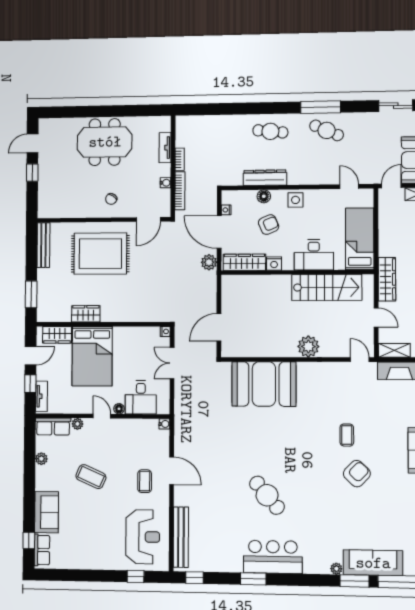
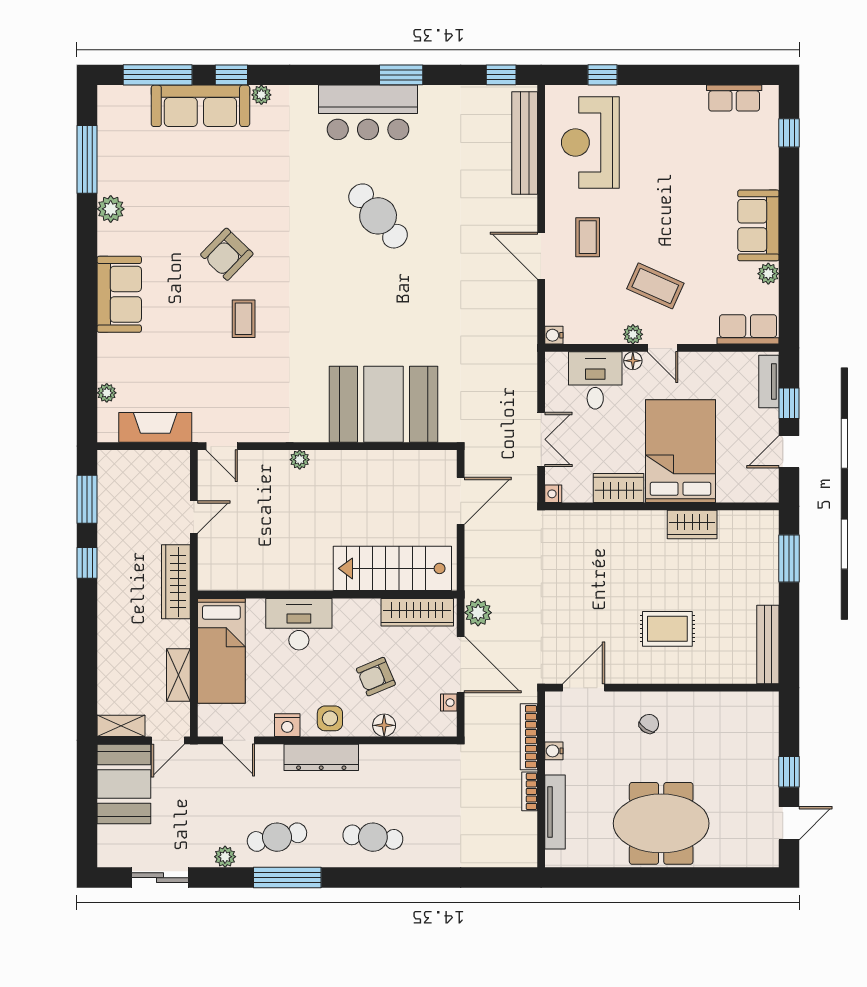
plant: (357, 118) -> (225, 857), added
cafe table: (327, 130) -> (277, 837), turned -36
tv unit: (165, 148) -> (555, 812), width x1.41
dresser: (265, 178) -> (321, 757), moved
rug: (100, 254) -> (667, 629), width x0.54, depth x0.49
nightstand: (274, 263) -> (287, 725), moved, turned 180
stairs: (327, 287) -> (392, 568), moved
door: (376, 318) -> (194, 517), swing flipped
wardrobe: (57, 335) -> (619, 488), moved
plant: (308, 347) -> (300, 460), width x0.53, depth x0.53
shelving: (394, 350) -> (178, 675), moved, turned 90
plant: (77, 424) -> (633, 334), moved
coffee table: (91, 477) -> (655, 286), moved
sofa: (46, 512) -> (758, 225), moved
row of seats: (42, 550) -> (734, 98), moved, turned -90
window: (354, 581) -> (231, 75), width x0.67

